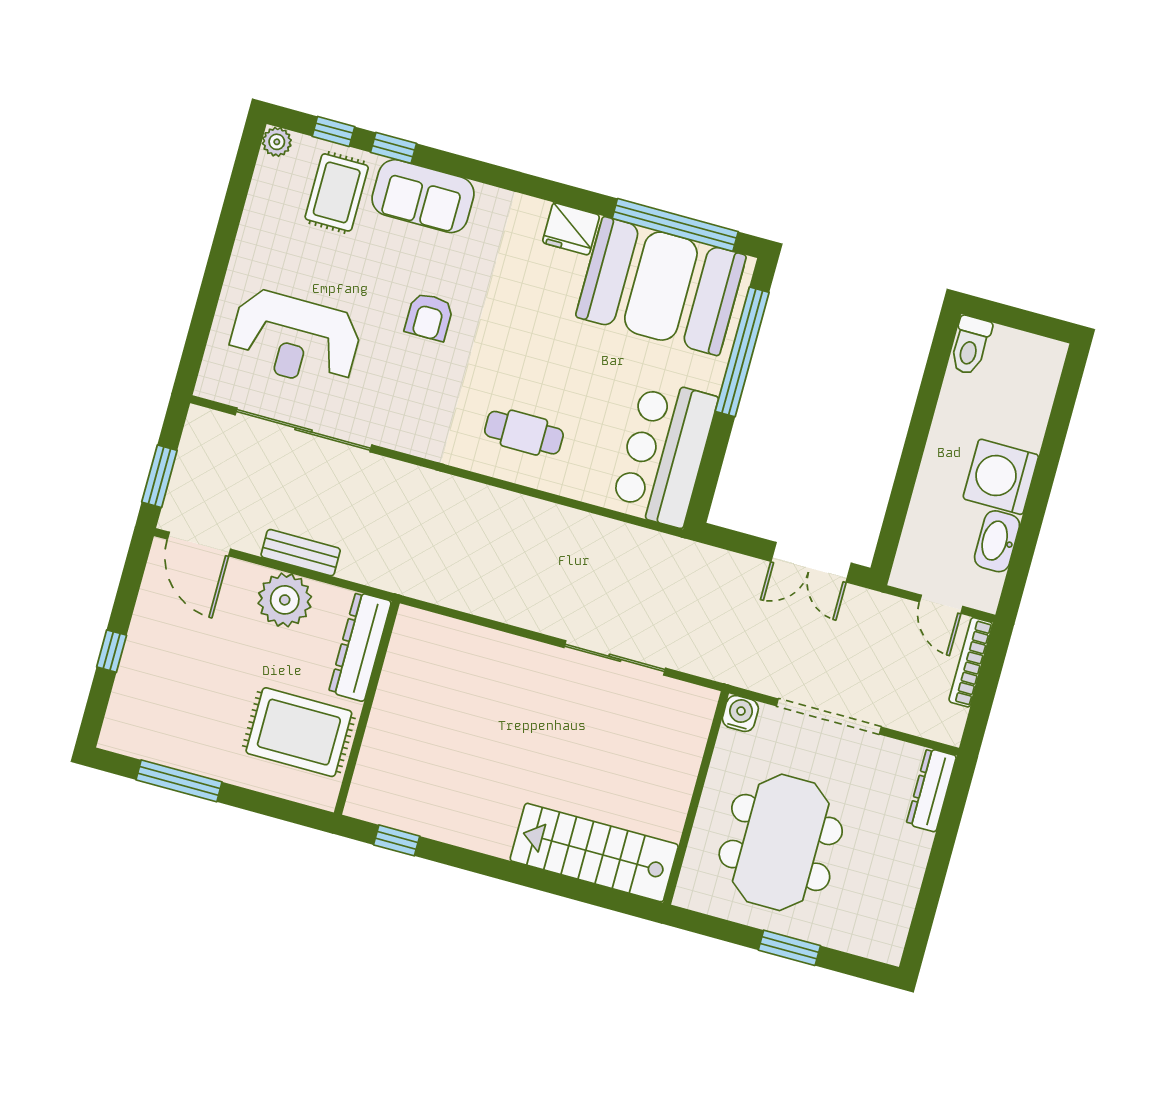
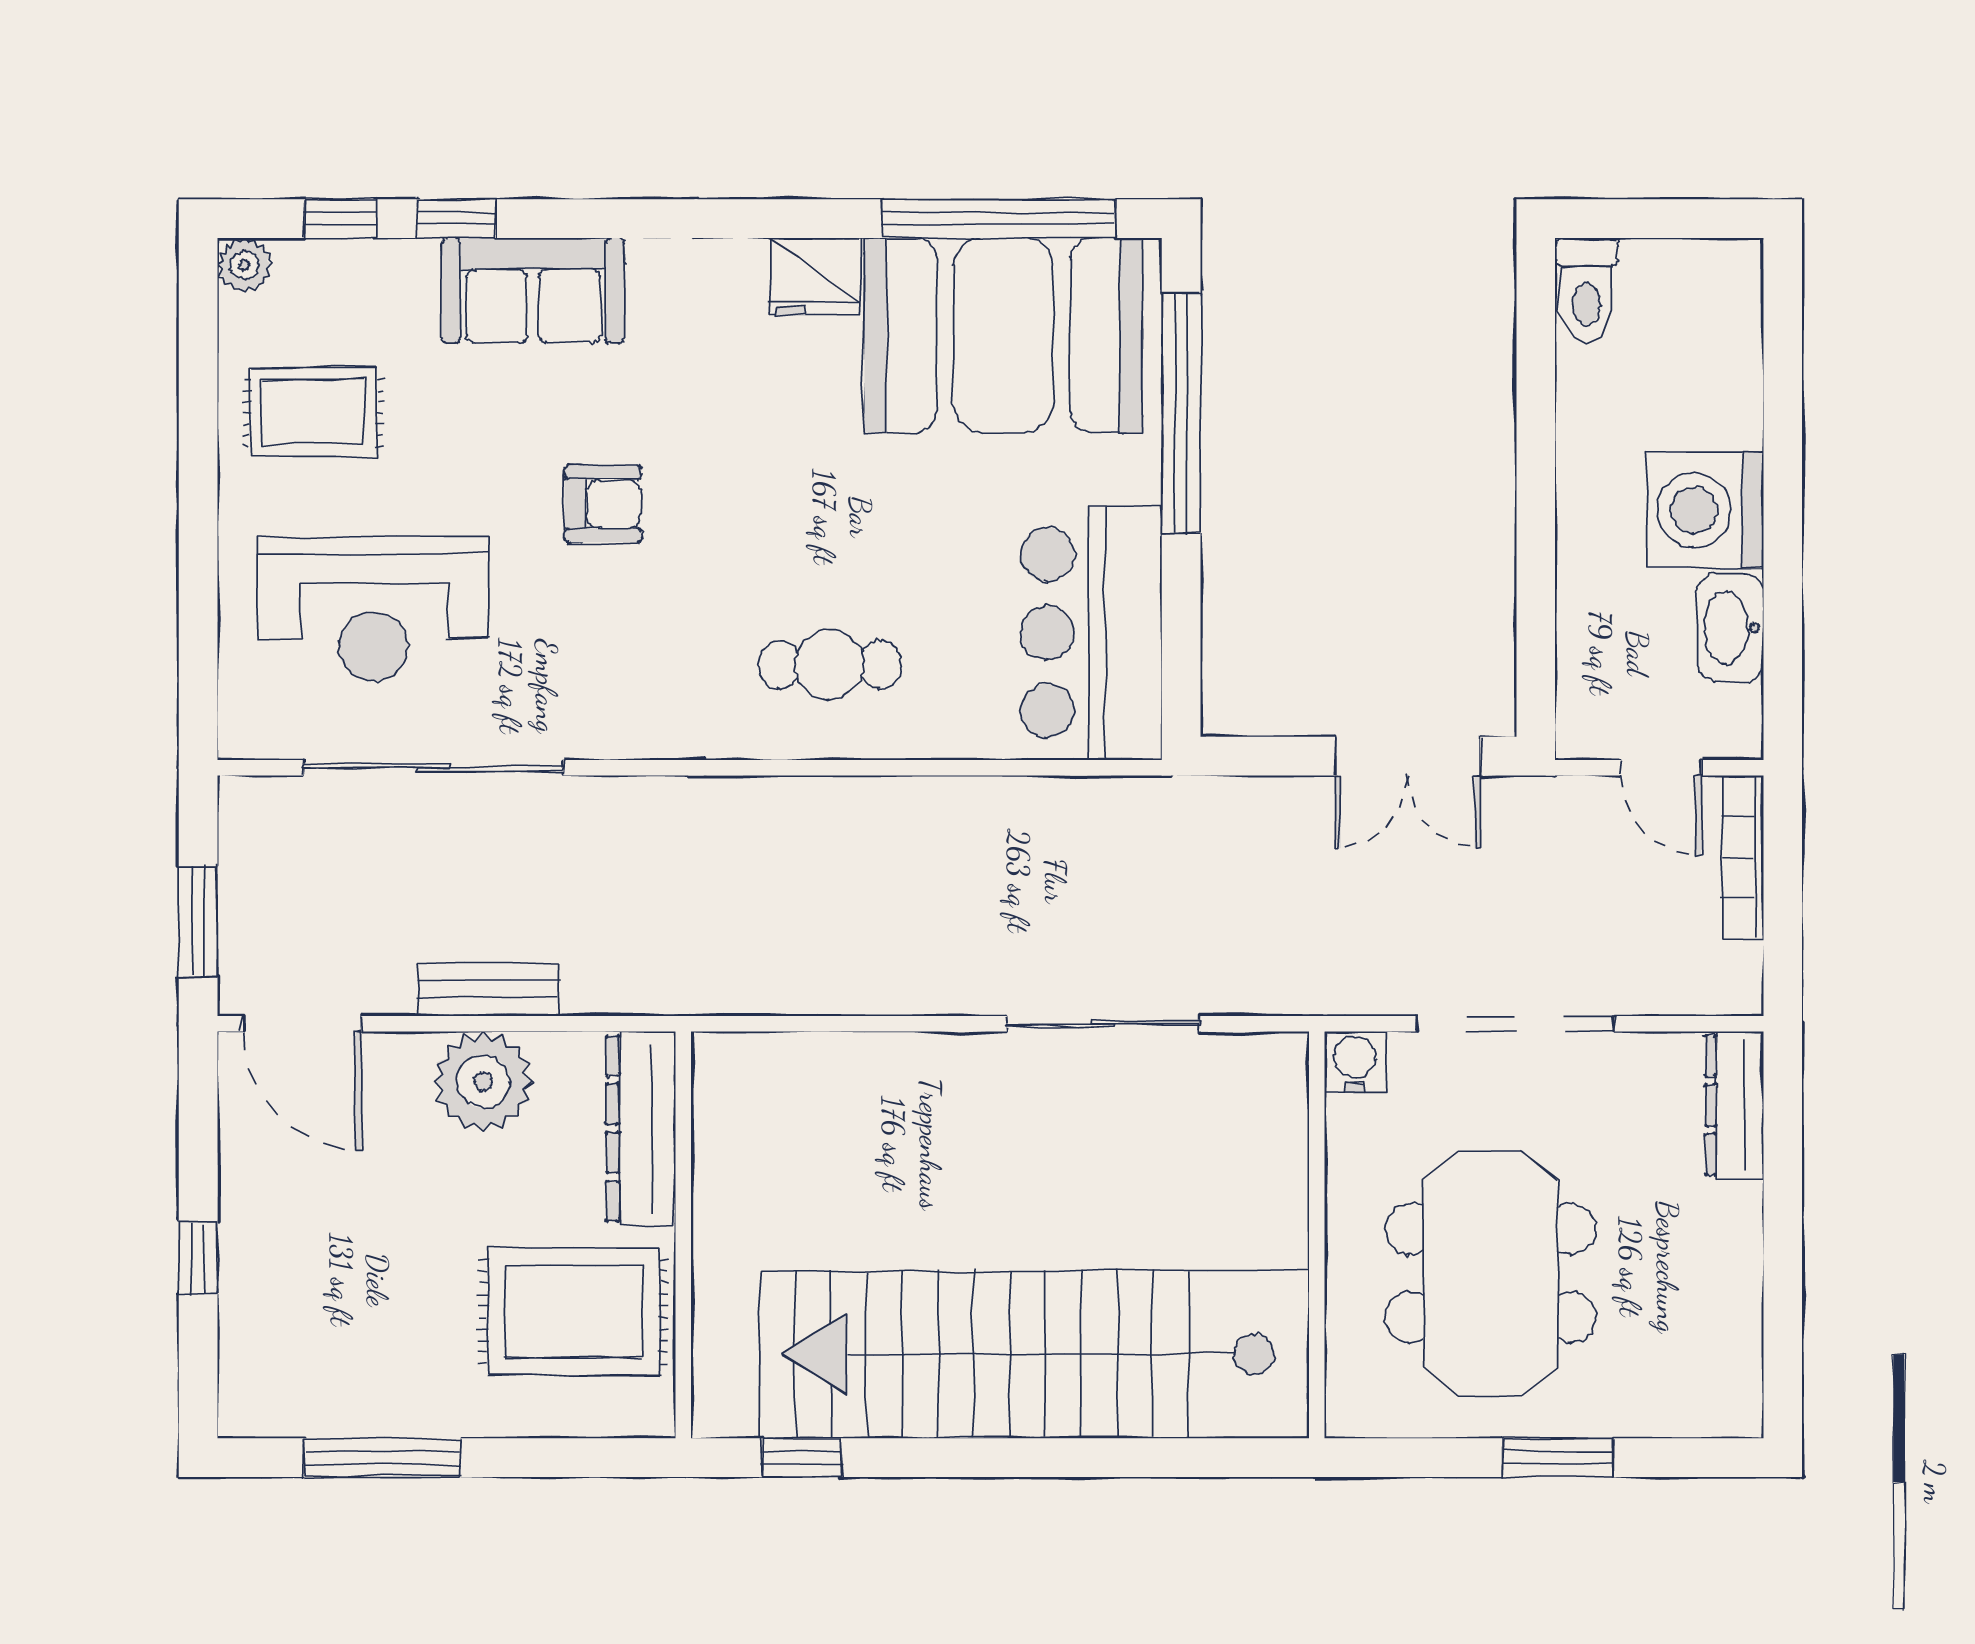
rug: (337, 192) -> (313, 412), moved, turned 90
armchair: (429, 317) -> (603, 504), turned -90
stairs: (594, 853) -> (1034, 1354), width x1.86, depth x1.51

